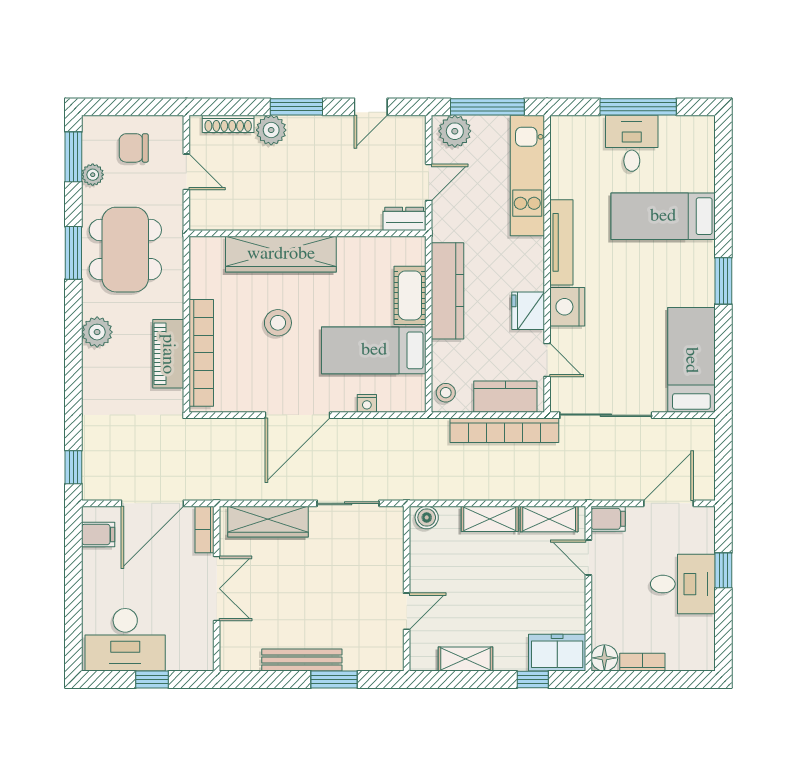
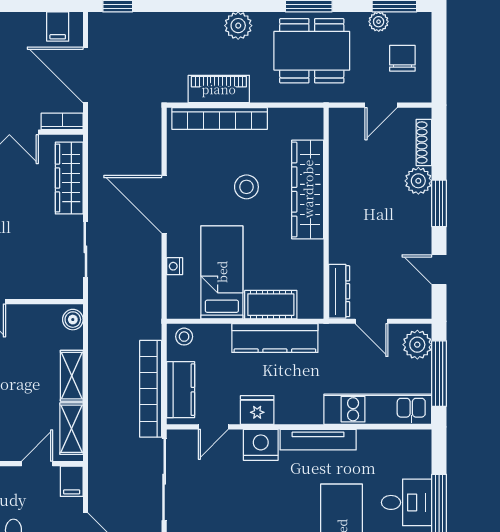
dresser: (404, 219) -> (339, 291), width x1.44

